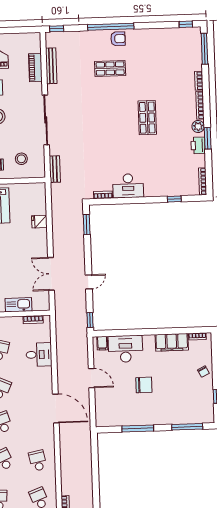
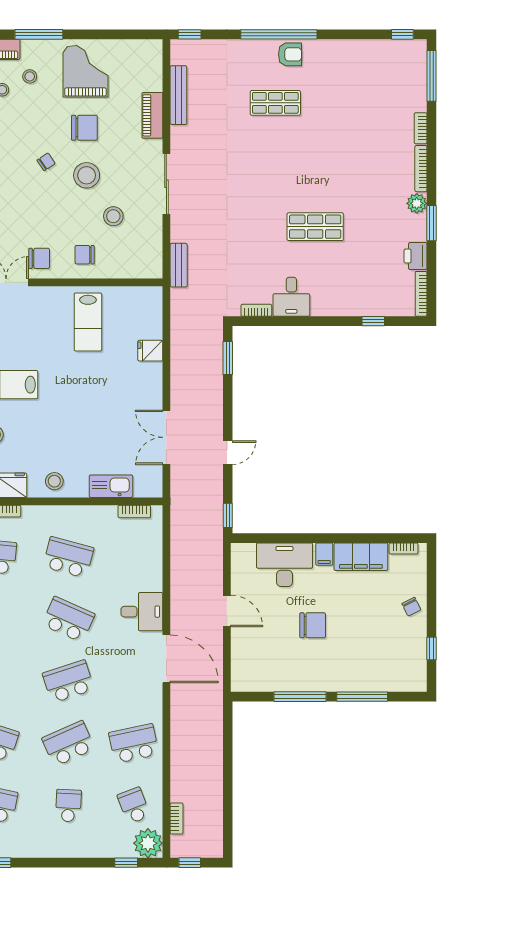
piano: (35, 68) -> (152, 115), moved
shop shelf: (147, 118) -> (315, 227), moved, turned 90
sliding door: (46, 120) -> (166, 184), width x0.73
printer: (198, 145) -> (416, 256), moved
stool: (21, 159) -> (113, 216), moved
desk: (128, 186) -> (291, 297), width x0.73
filing cabinet: (102, 343) -> (324, 554), moved
desk: (39, 355) -> (142, 612), moved
window: (187, 427) -> (362, 697), moved
school desk: (38, 461) -> (134, 744), width x1.85

